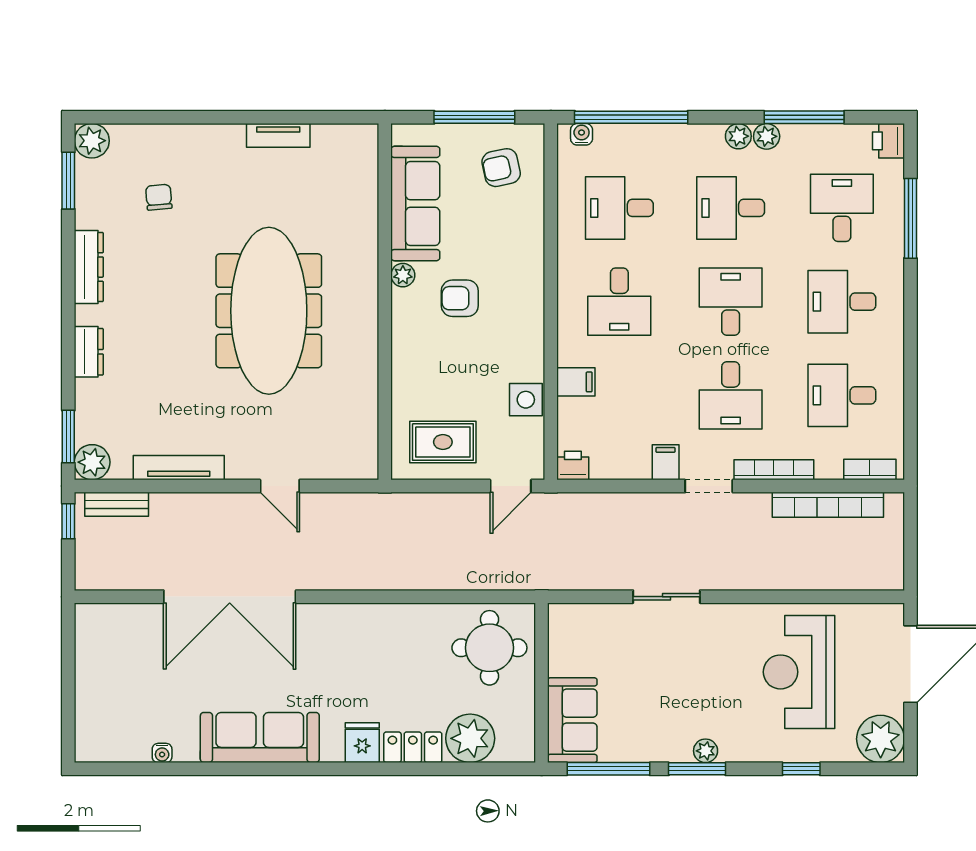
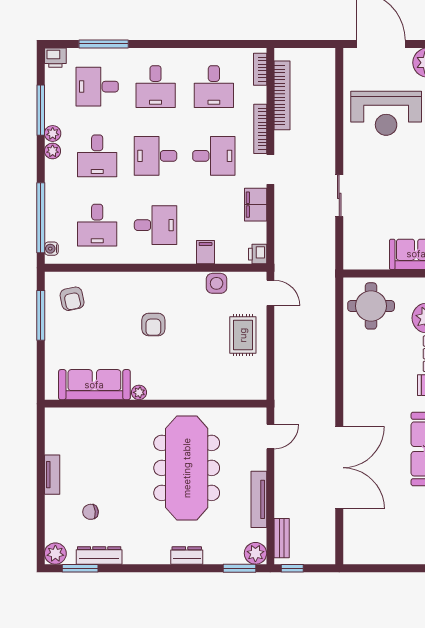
tv unit: (278, 135) -> (52, 475), moved
sofa: (415, 203) -> (94, 385), moved
dresser: (89, 267) -> (99, 555), moved
plant: (403, 275) -> (139, 392), moved
wall: (385, 302) -> (156, 404), moved
meeting table: (269, 311) -> (187, 468), moved, turned 90
filing cabinet: (666, 462) -> (256, 205), width x2.00

